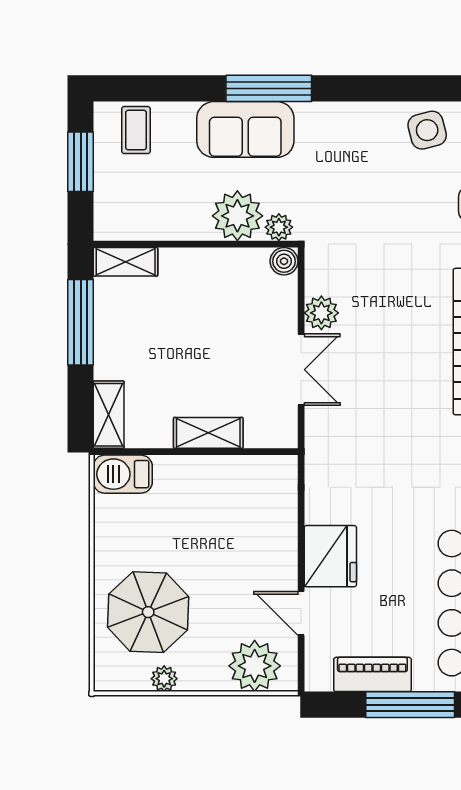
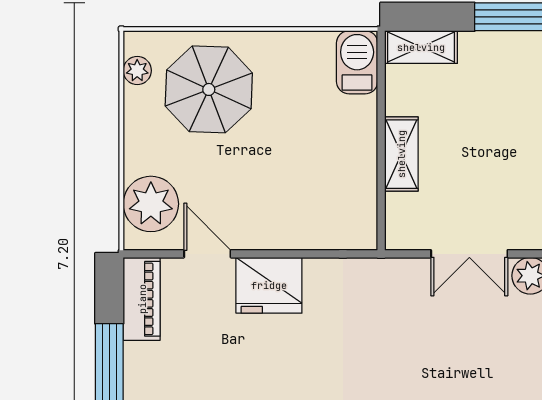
door: (301, 613) -> (207, 254), hinge flipped
piano: (372, 674) -> (142, 299), moved
plant: (164, 679) -> (137, 71), moved

